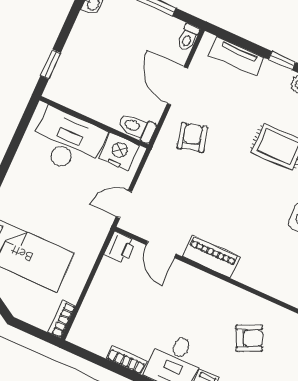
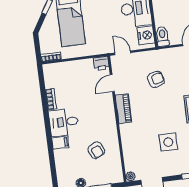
armchair: (192, 138) -> (156, 79), moved

